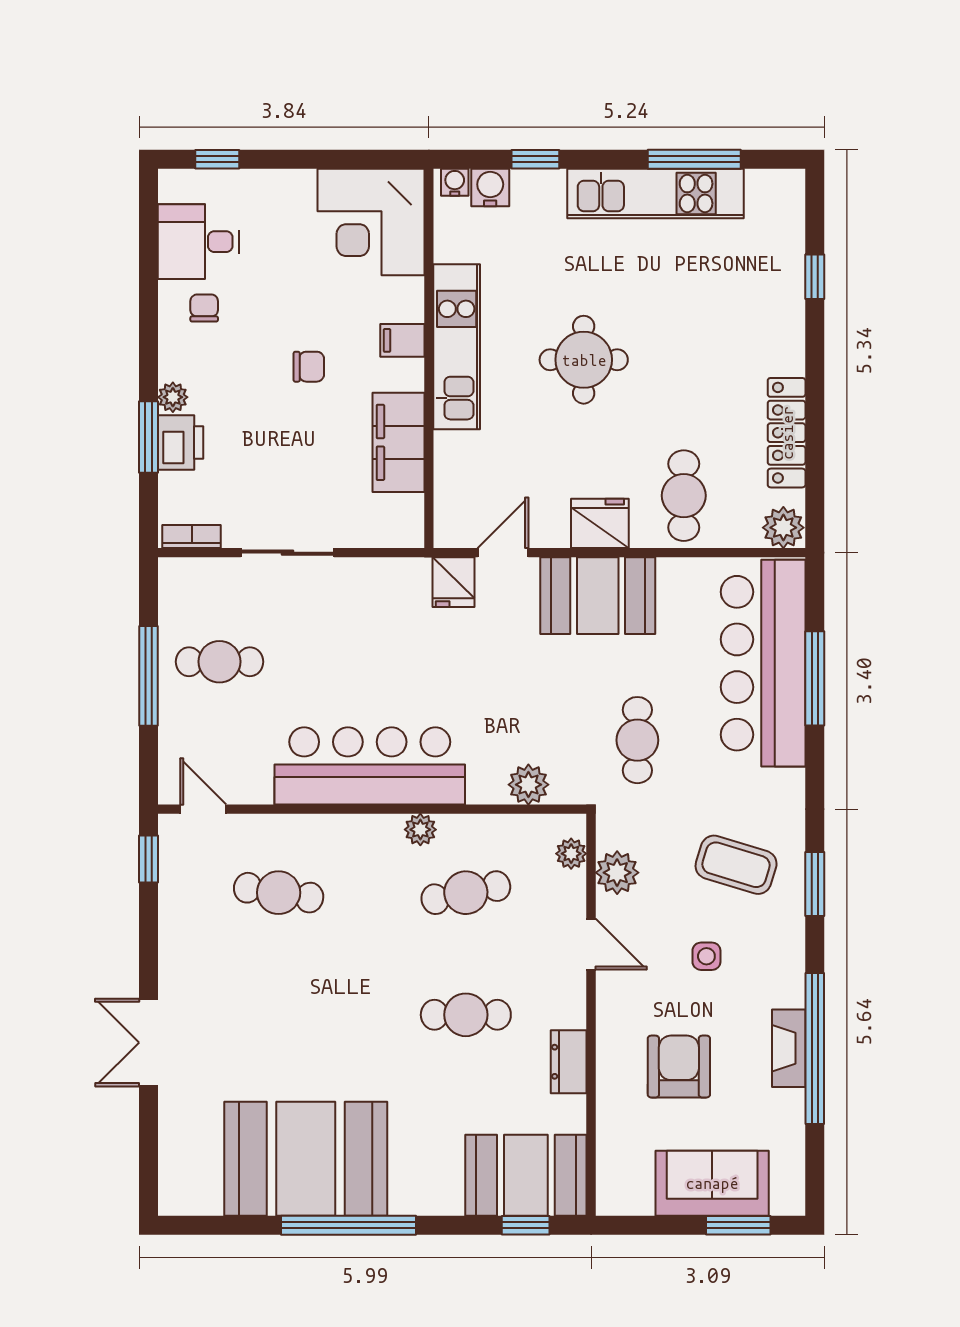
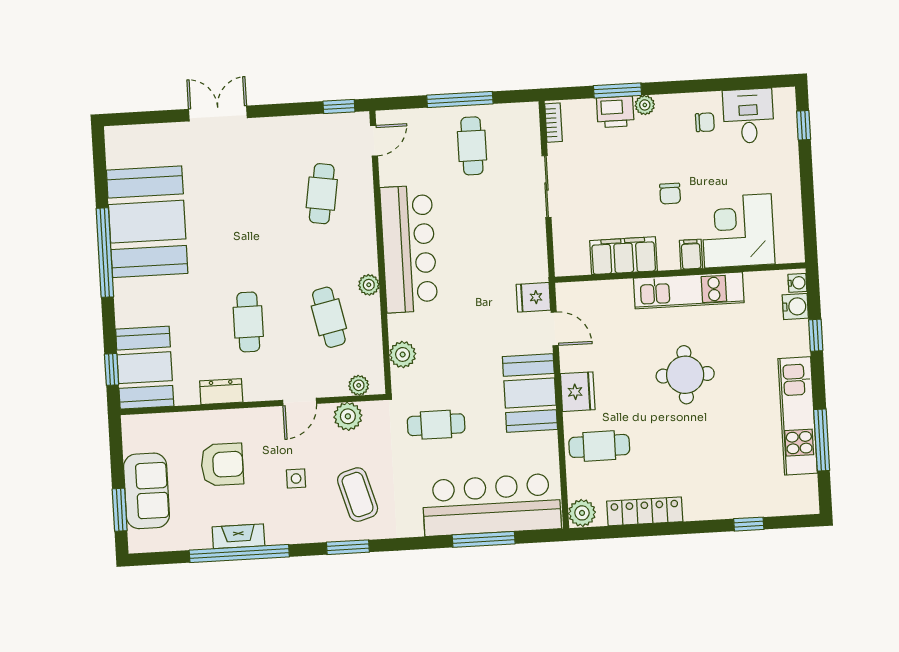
corner desk: (371, 222) -> (738, 231), moved
coffee table: (736, 865) -> (358, 495), turned -33

